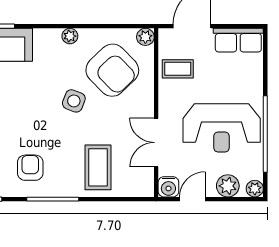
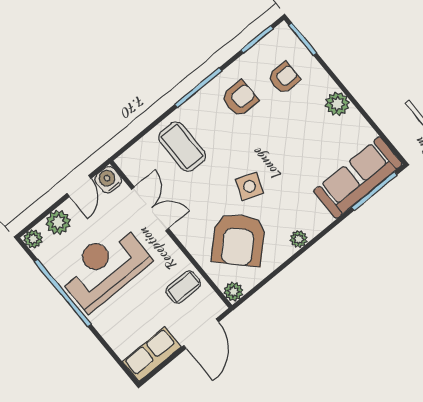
armchair: (112, 70) -> (238, 240), turned -90
armchair: (30, 168) -> (240, 99), turned -90

